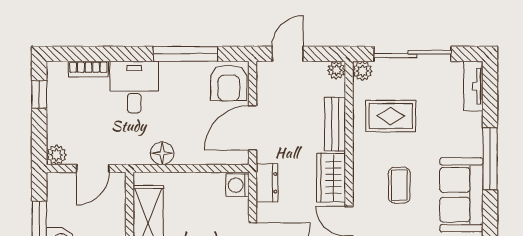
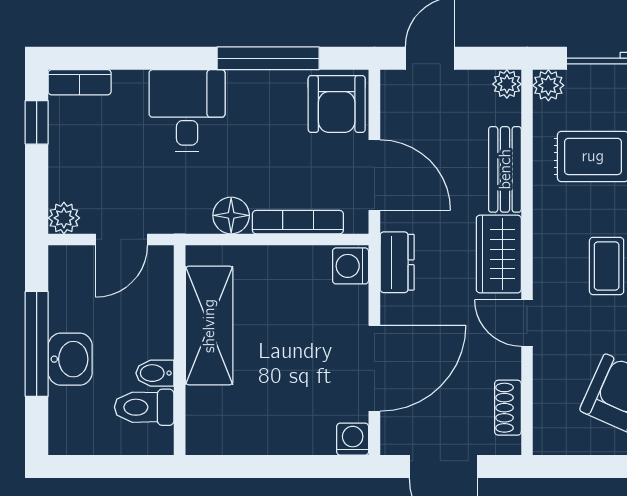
bookcase: (88, 69) -> (80, 82), moved
door: (253, 128) -> (374, 175), swing flipped
bookcase: (204, 157) -> (298, 222), added

